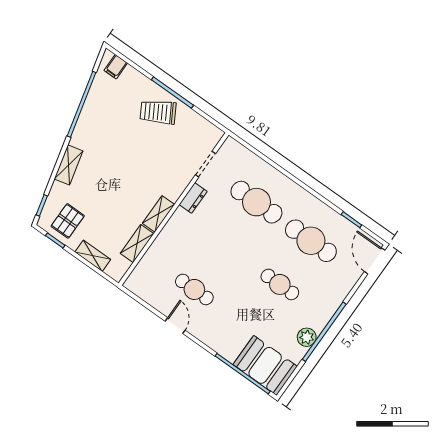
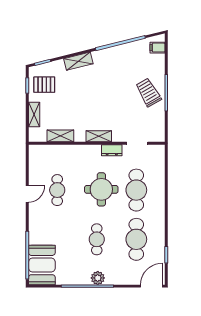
shelving: (158, 214) -> (99, 136), moved
round table: (228, 240) -> (101, 189), added
plant: (307, 337) -> (98, 278), moved

